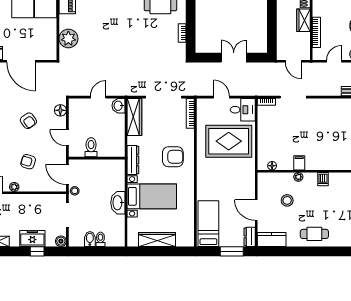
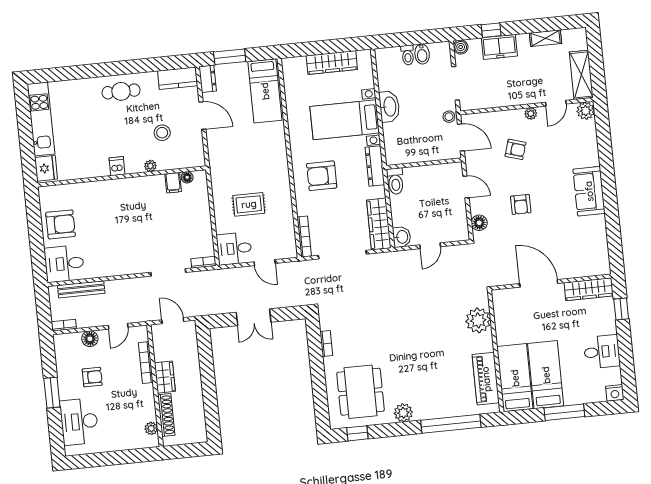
armchair: (28, 121) -> (521, 204), turned -145
rug: (229, 141) -> (249, 204), width x0.54, depth x0.49
toilet: (91, 147) -> (395, 181), moved
filing cabinet: (299, 163) -> (173, 183), moved

